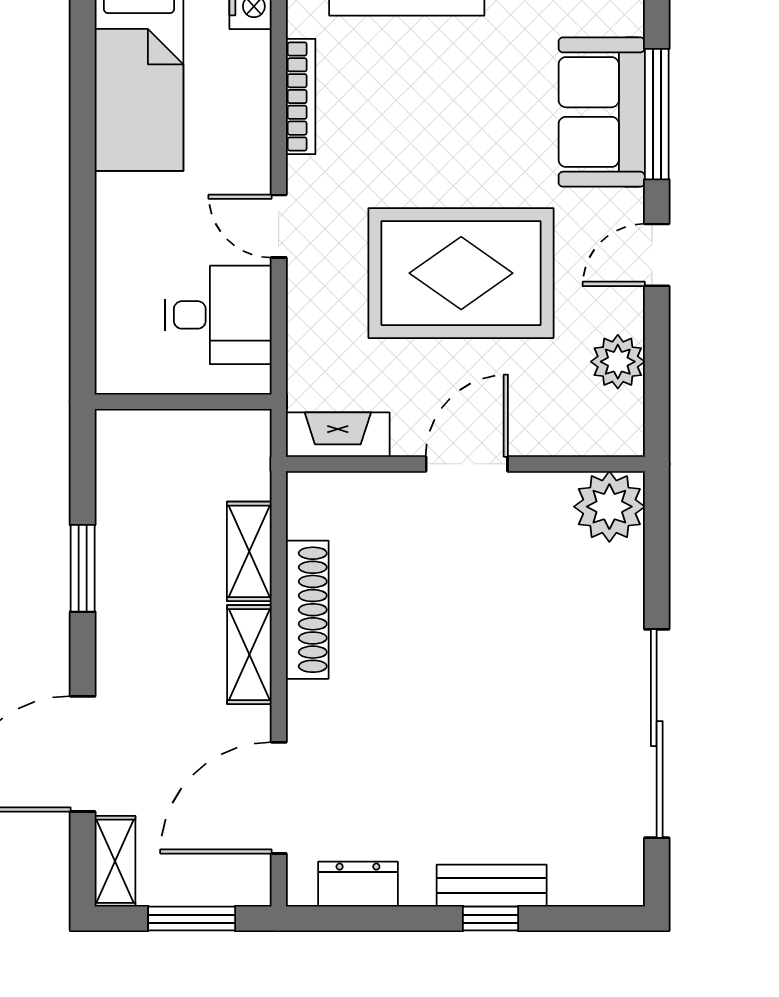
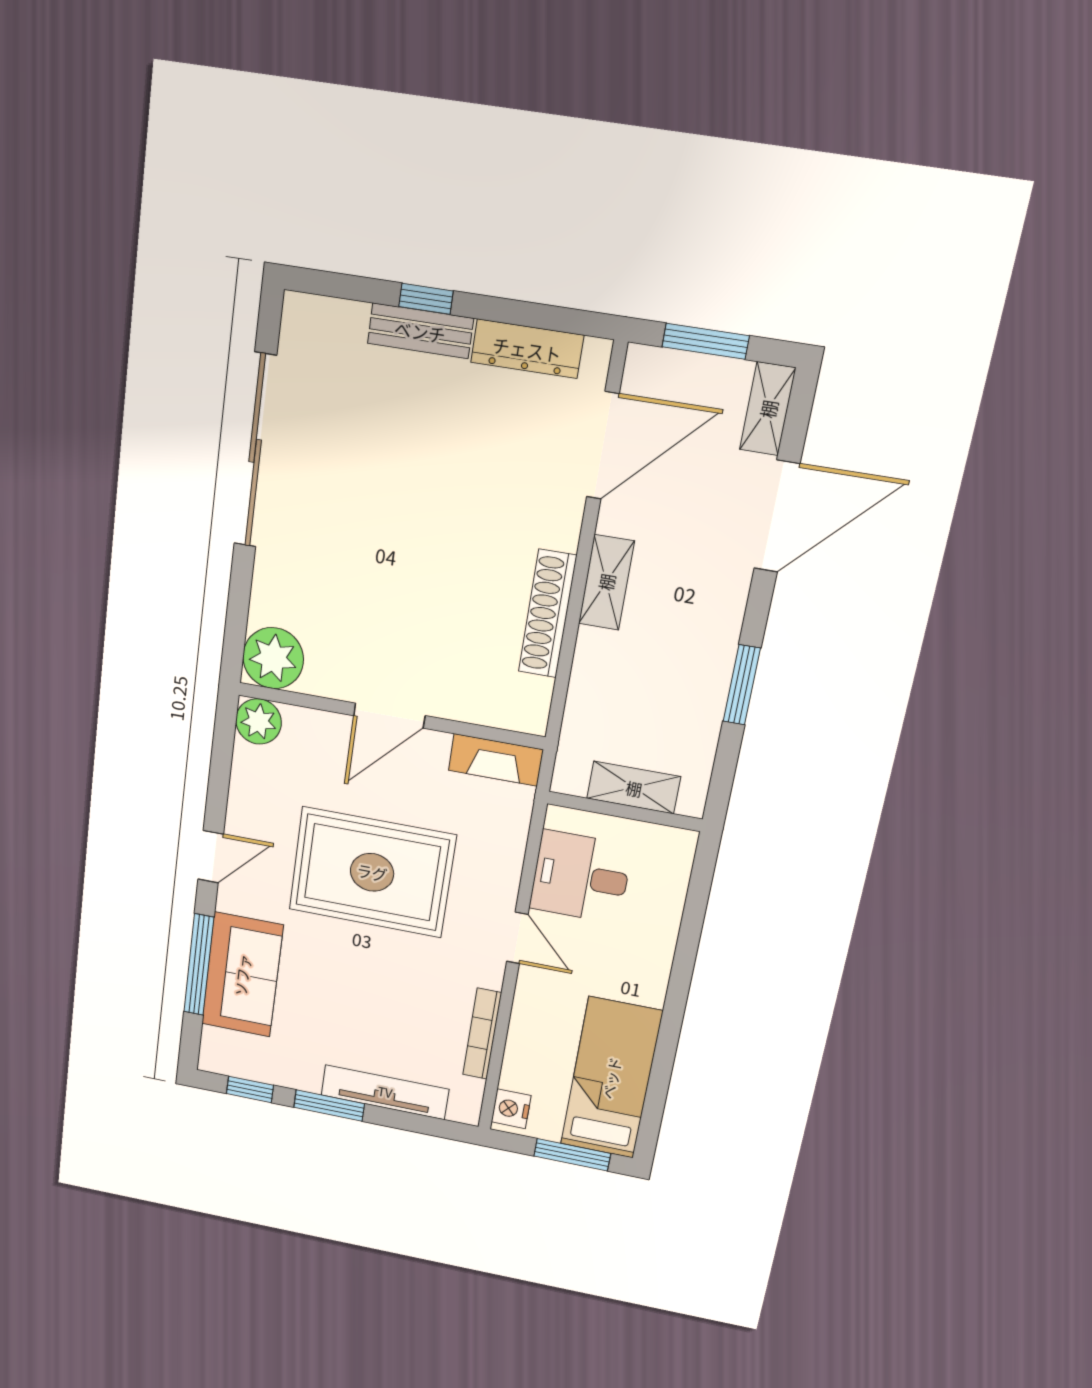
plant: (618, 362) -> (259, 721), moved
shelving: (249, 551) -> (634, 788), moved, turned 90
dresser: (358, 884) -> (527, 349), width x1.44

